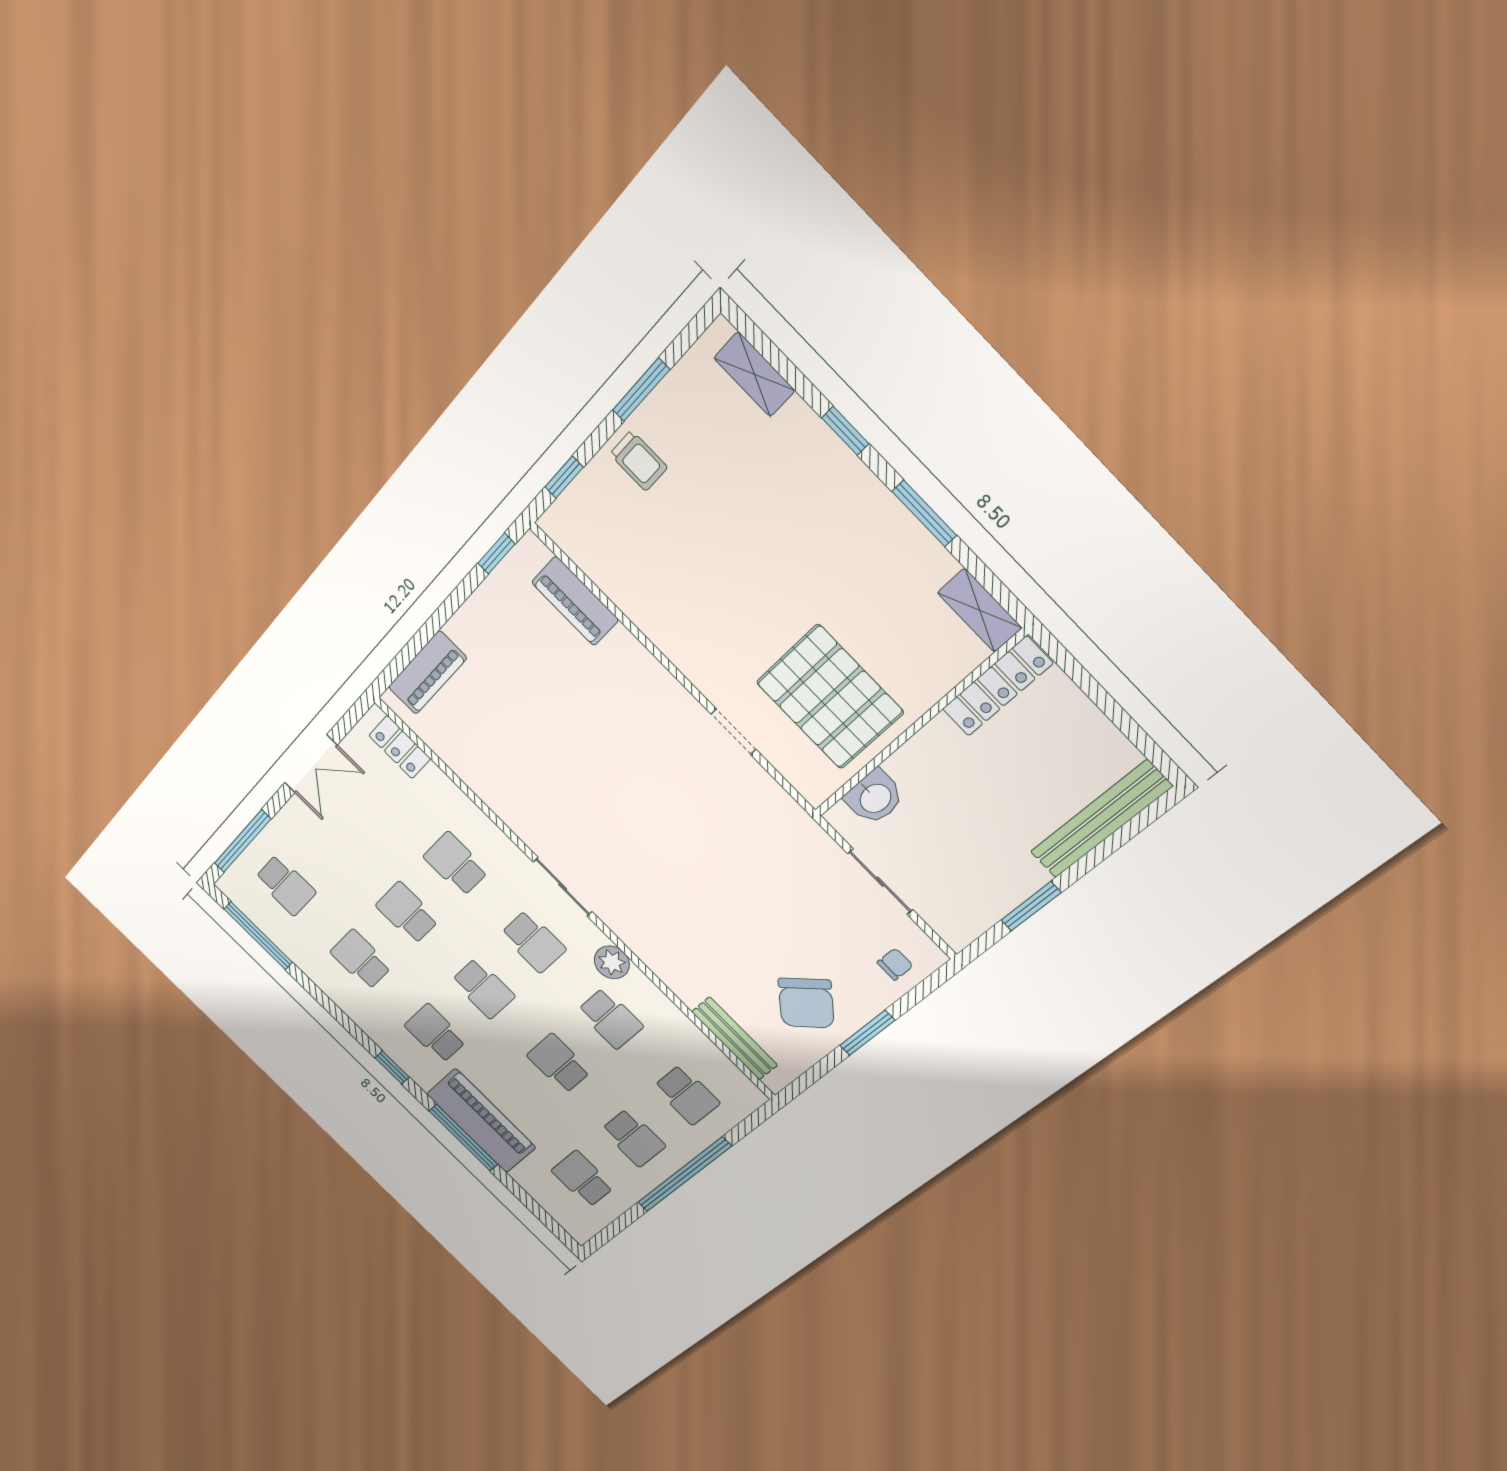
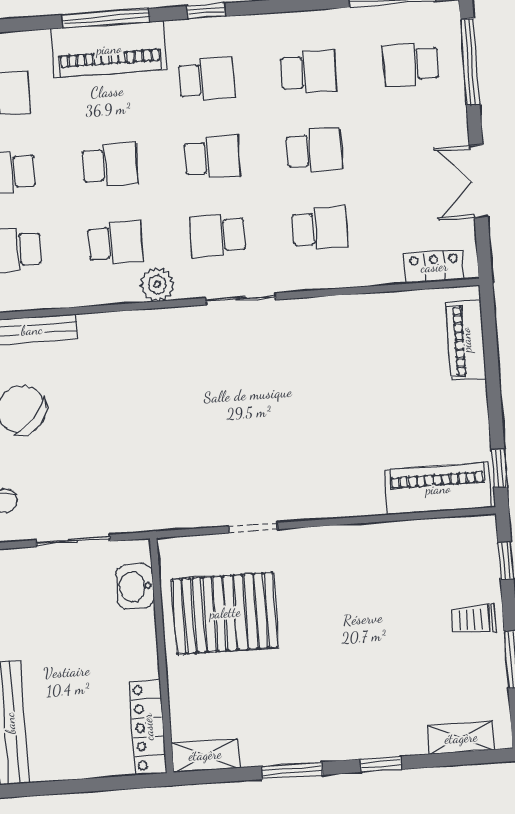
piano: (575, 601) -> (438, 489), width x1.37, depth x1.33
school desk: (483, 988) -> (212, 157), turned 180
school desk: (610, 1018) -> (116, 243), turned 180

